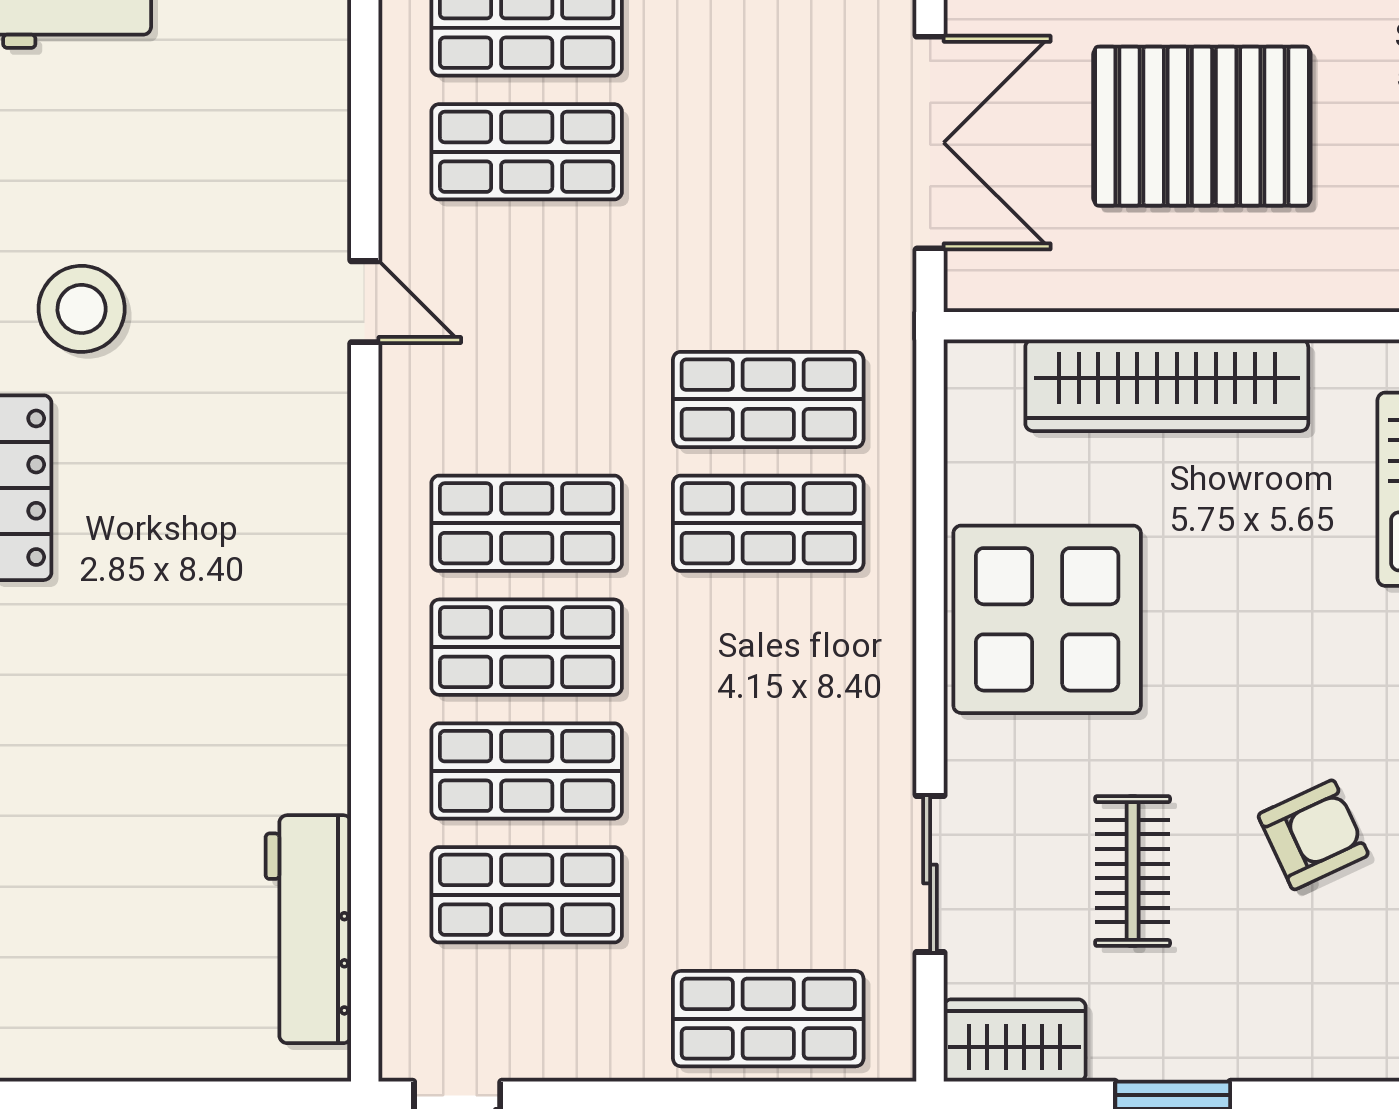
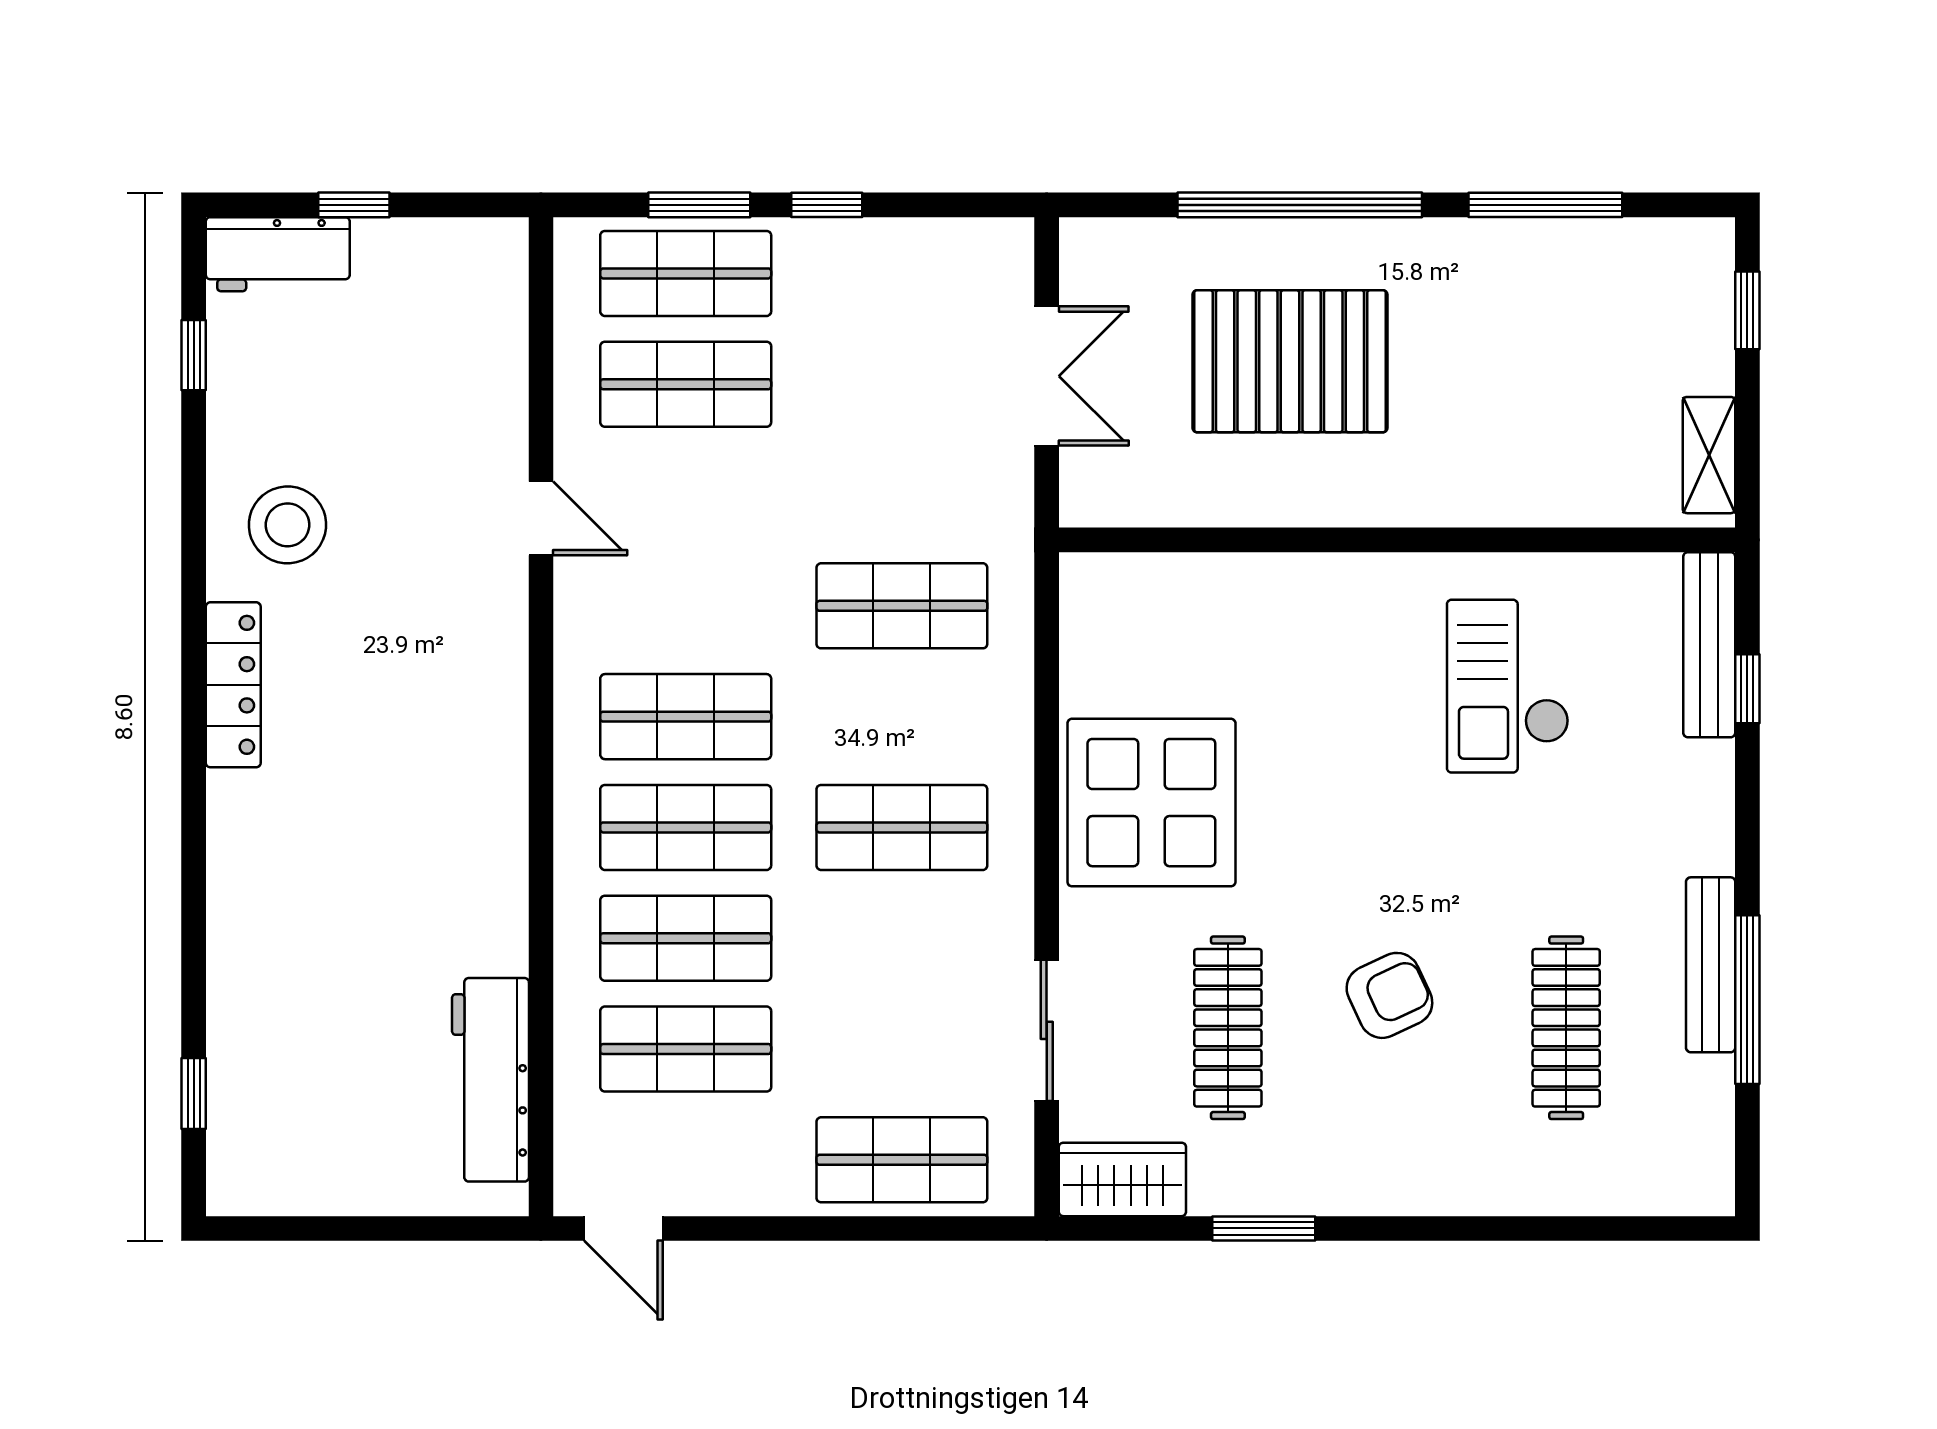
double door: (930, 143) -> (1047, 376), width x0.73
wardrobe: (1167, 385) -> (1259, 593), removed
shop shelf: (768, 523) -> (902, 827), moved
clothes rail: (1133, 871) -> (1228, 1028), width x1.36

